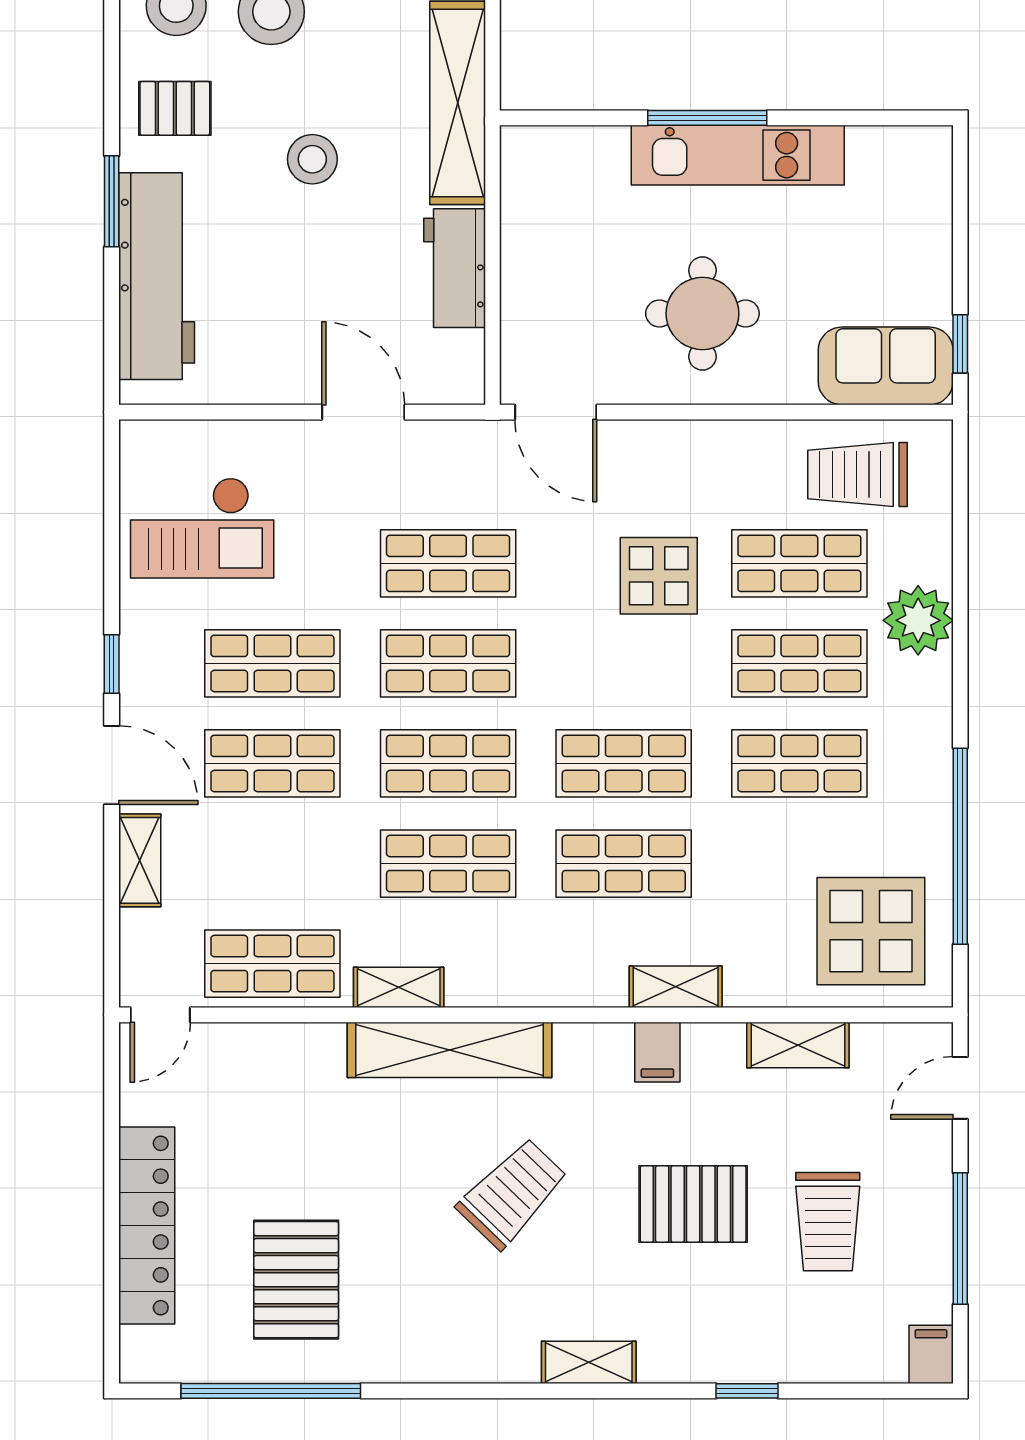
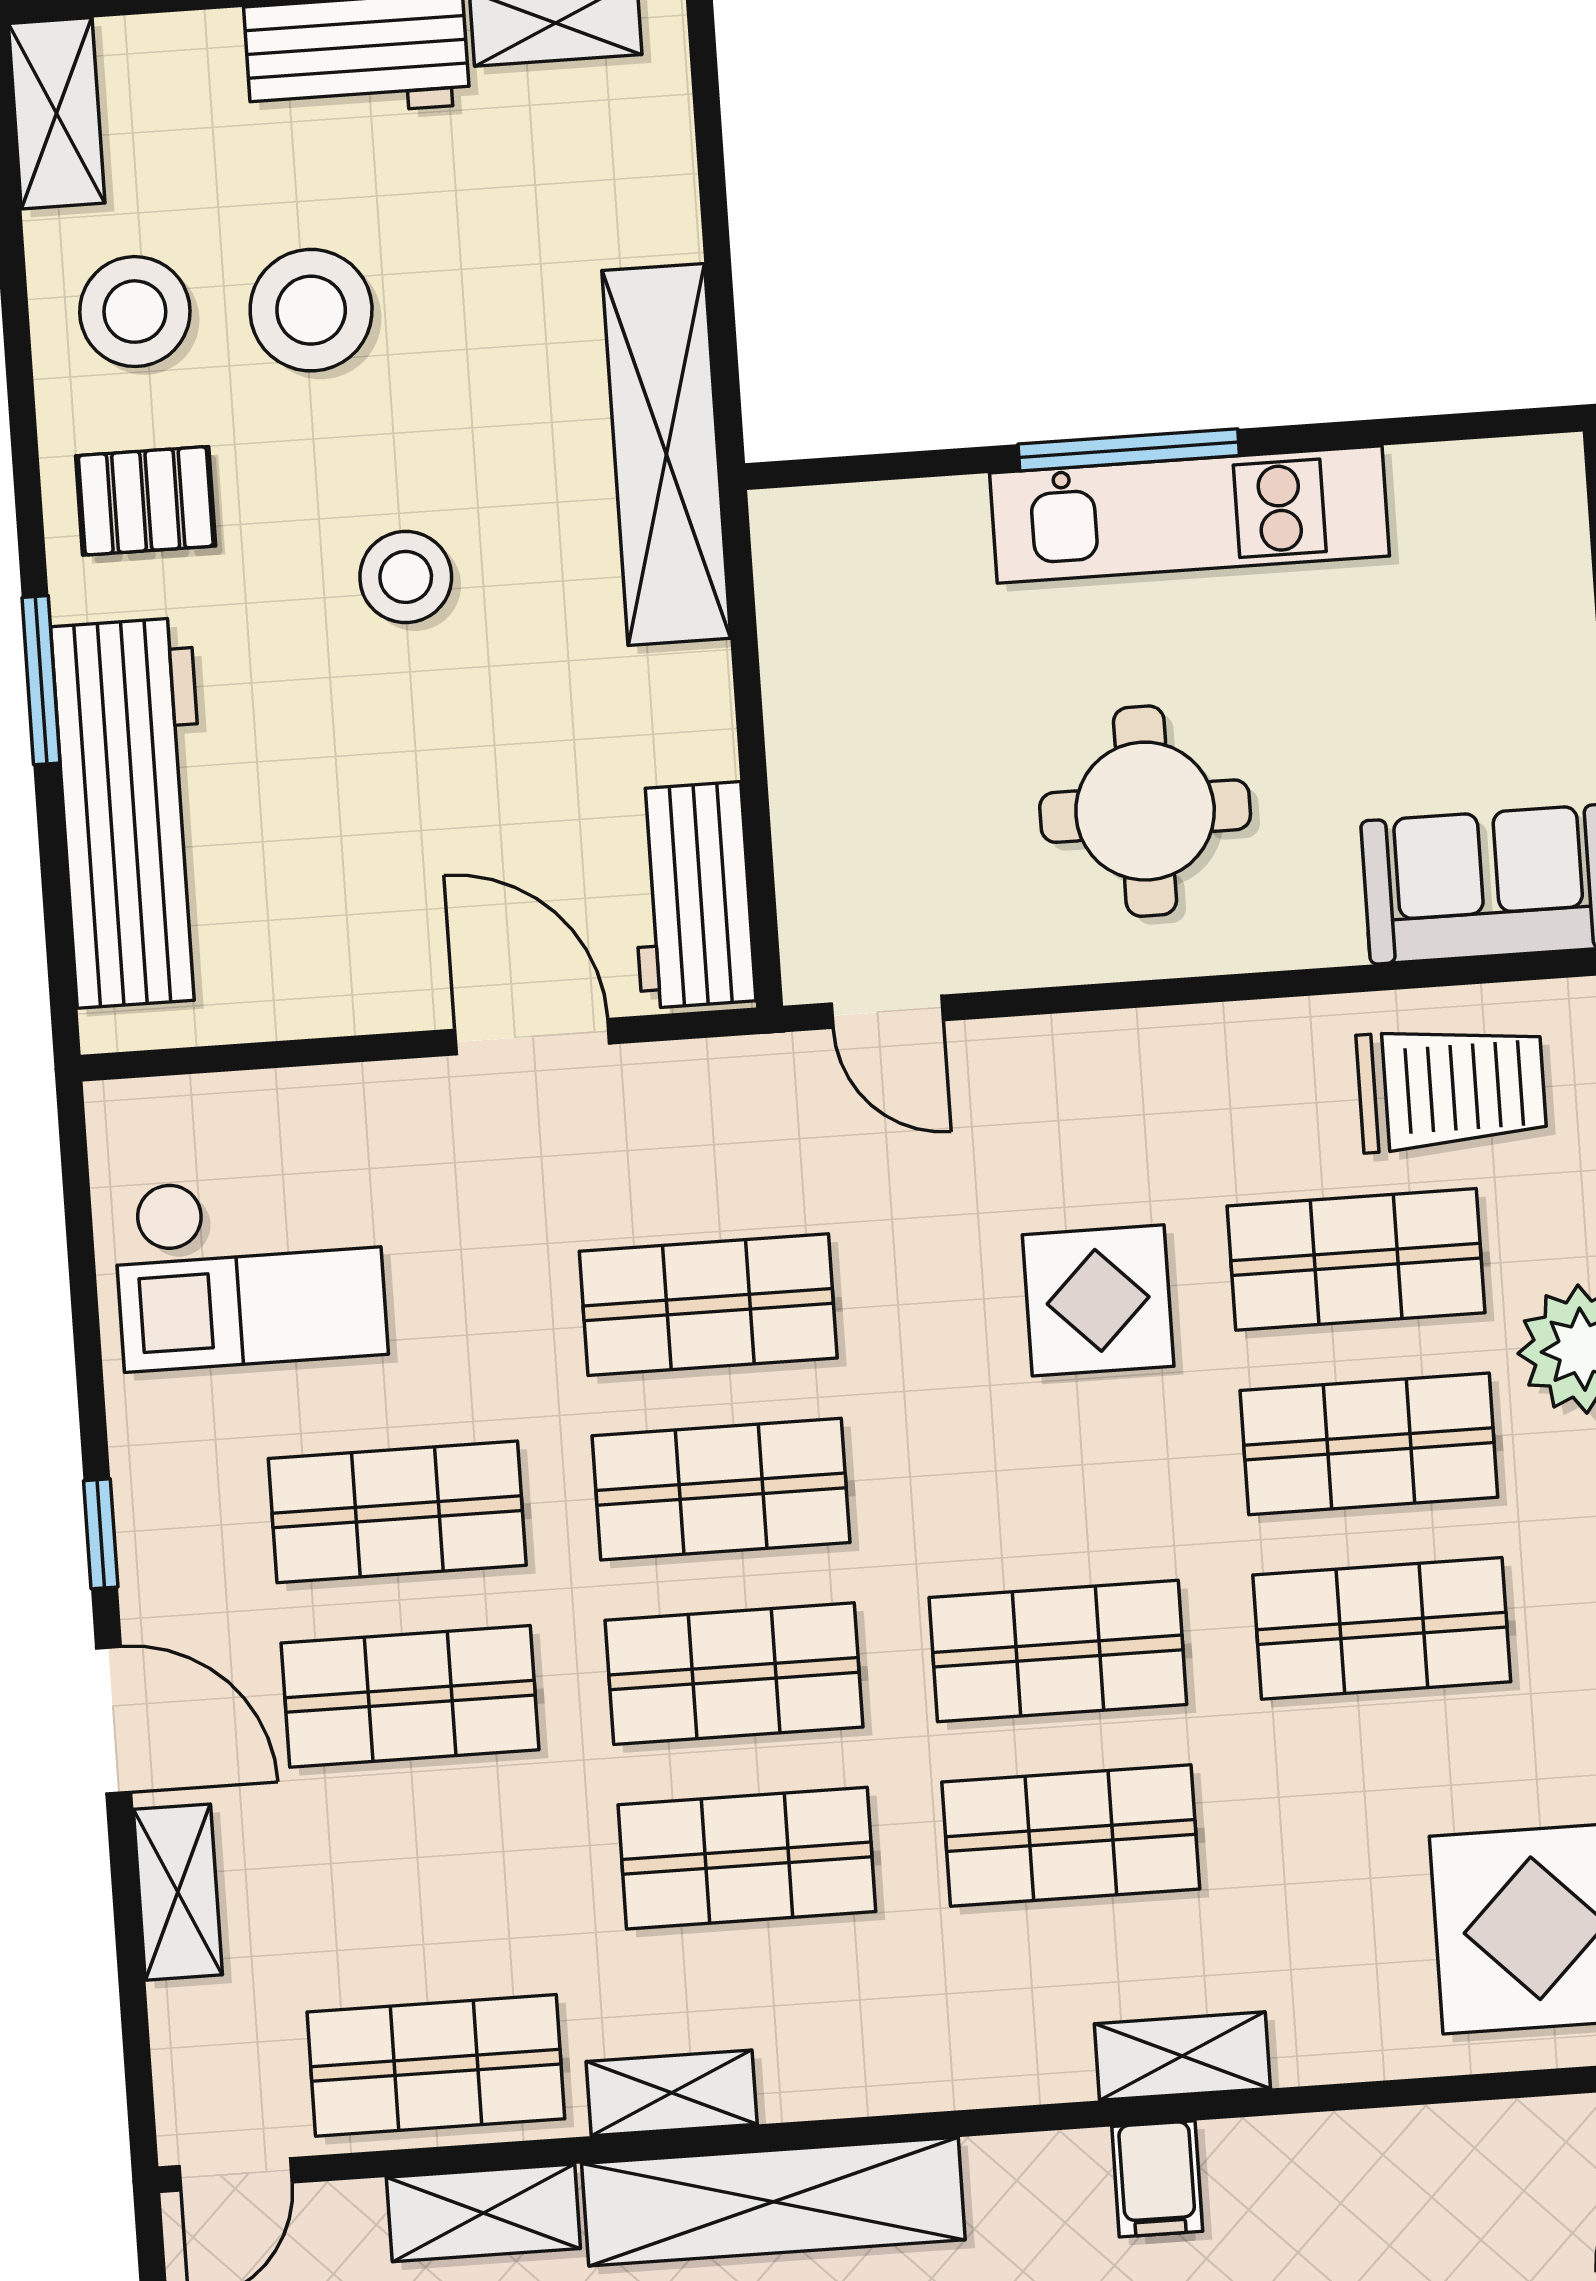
workbench: (455, 268) -> (691, 895), moved
door: (556, 412) -> (887, 1012), width x0.73
trolley: (857, 474) -> (1452, 1088), turned 180
shelving: (798, 1045) -> (483, 2213), moved

